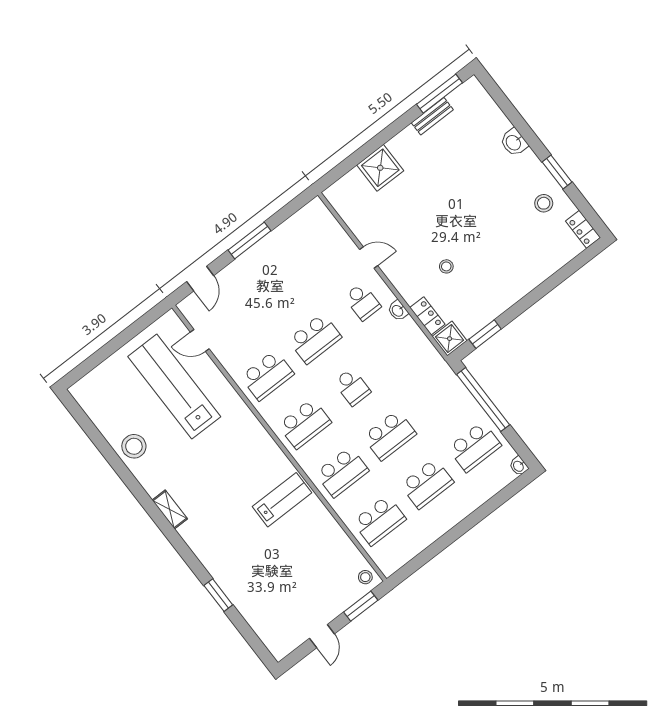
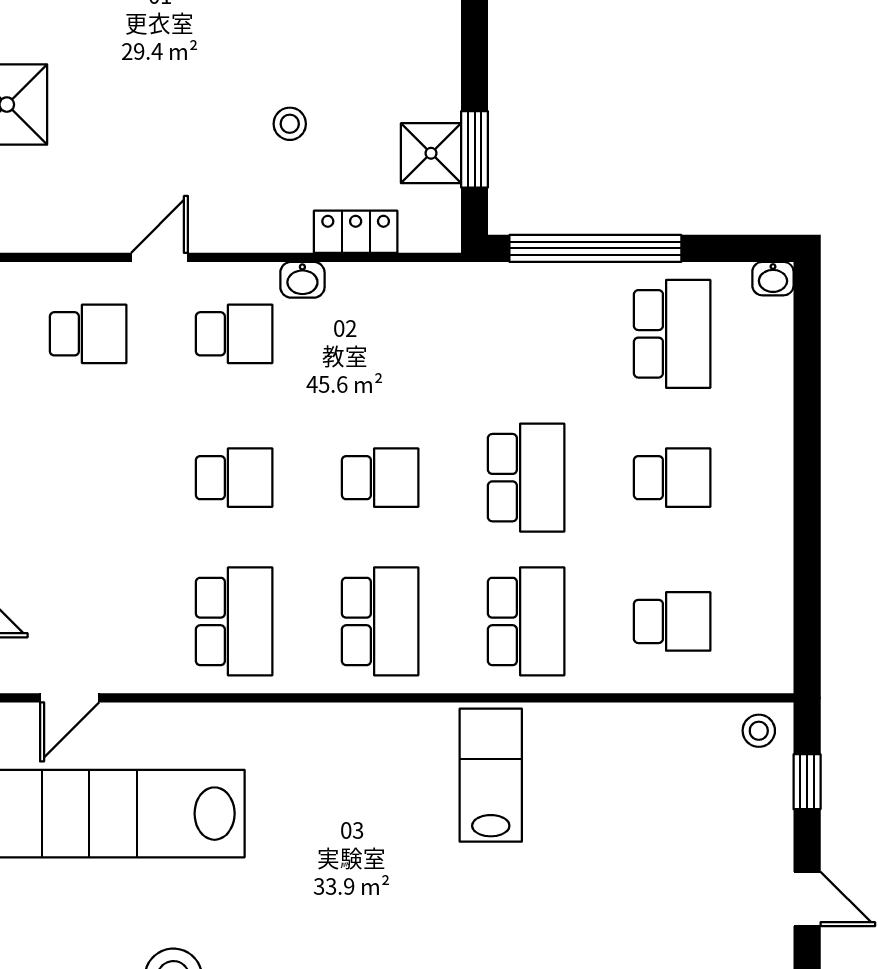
school desk: (325, 253) -> (88, 334), added
school desk: (315, 339) -> (234, 478), width x0.54
shower: (450, 339) -> (431, 153), moved
school desk: (427, 484) -> (672, 478), width x0.54
school desk: (379, 520) -> (672, 621), width x0.54
window: (361, 606) -> (807, 782), width x0.67

